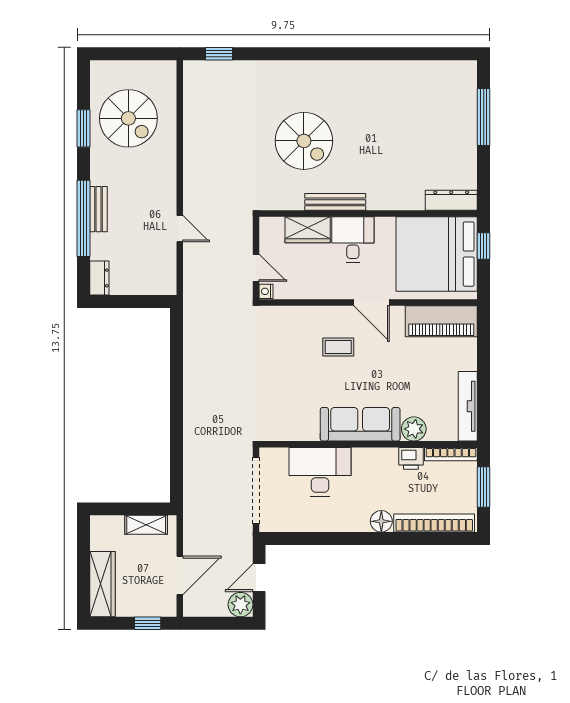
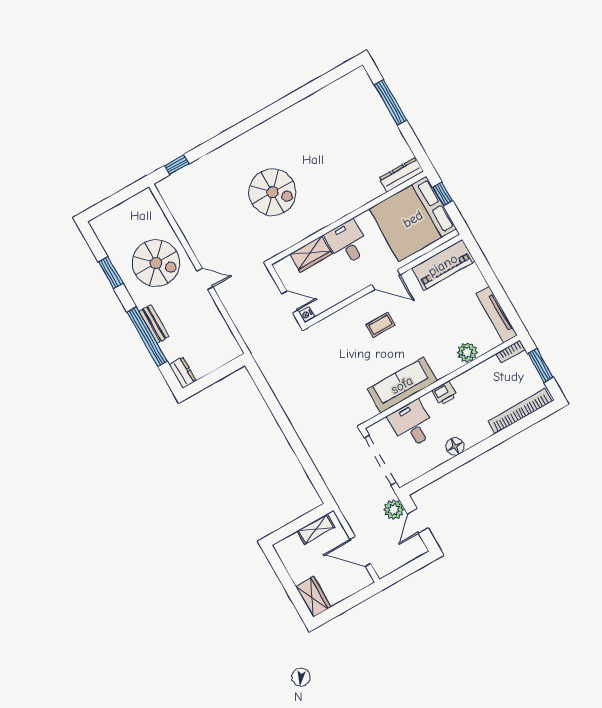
spiral stairs: (128, 118) -> (156, 263), moved
bench: (335, 202) -> (319, 223), removed
door: (180, 229) -> (205, 279), moved
sofa: (360, 424) -> (402, 385), moved
bookcase: (451, 454) -> (511, 352), width x0.64
printer: (411, 458) -> (444, 393), moved
desk: (320, 472) -> (412, 424), width x0.73
floor lamp: (381, 521) -> (455, 446), moved
door: (180, 575) -> (360, 551), swing flipped
wardrobe: (102, 584) -> (313, 597), width x0.67
plant: (240, 605) -> (394, 510), moved
window: (148, 623) -> (357, 598), removed

